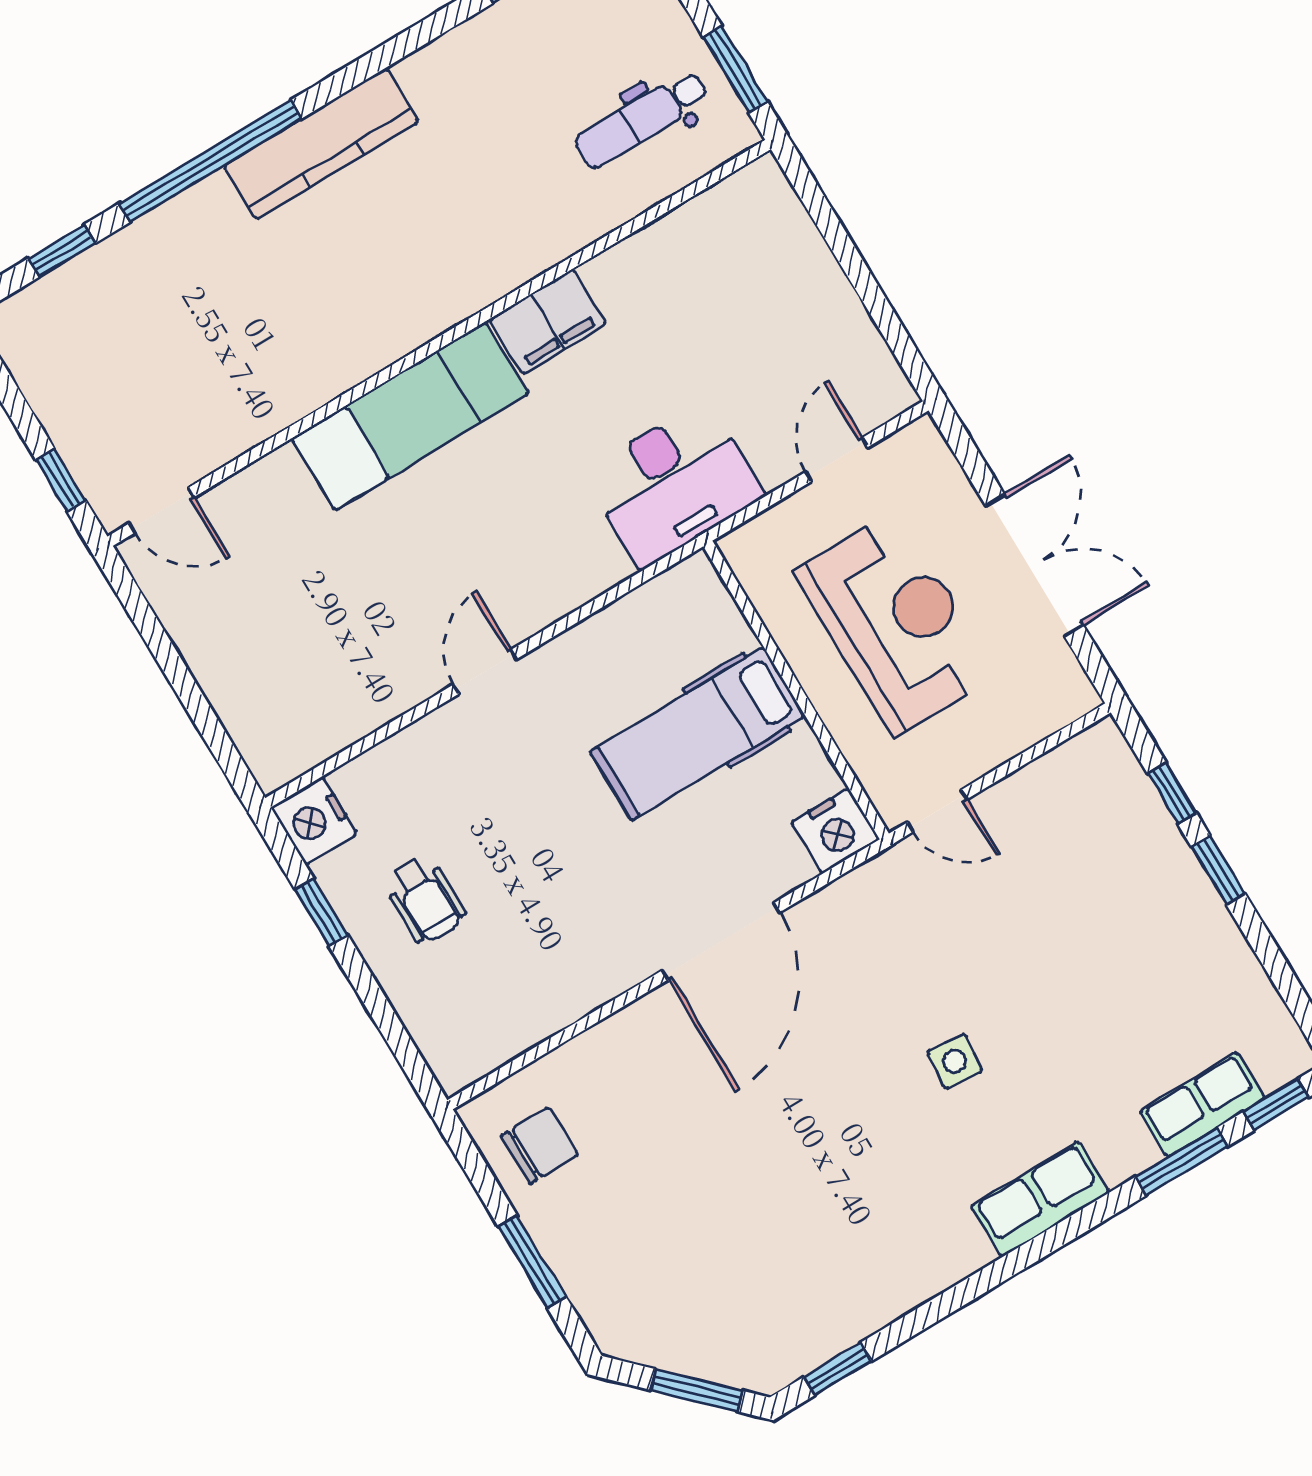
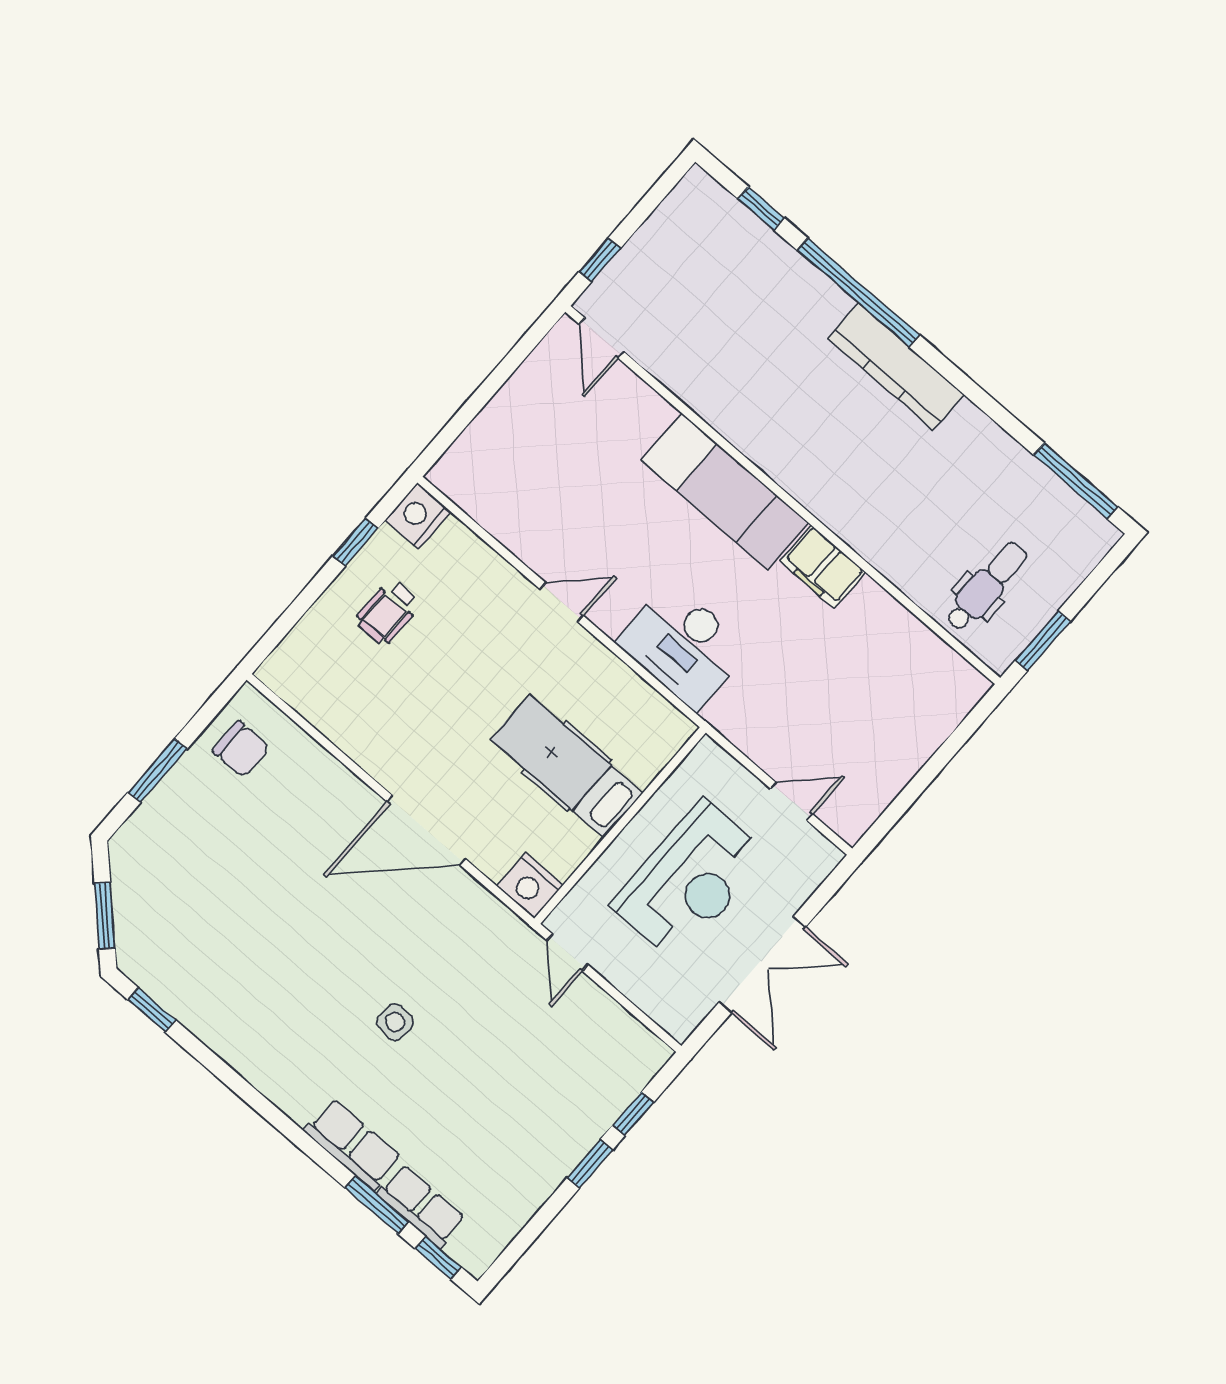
dental chair: (642, 119) -> (986, 586), turned 90
desk: (673, 484) -> (683, 646), moved
row of seats: (1040, 1199) -> (353, 1144), moved

